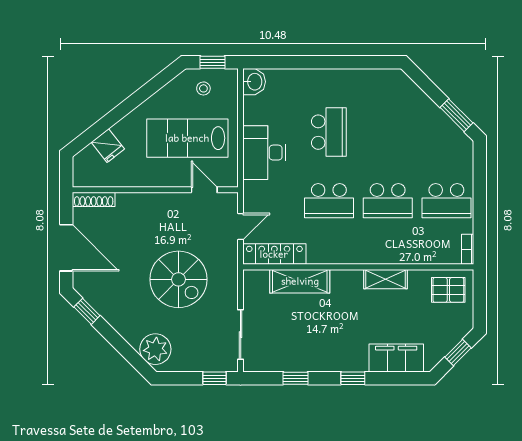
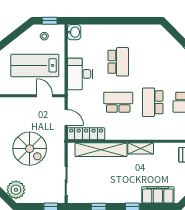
school desk: (329, 201) -> (118, 102), turned 180
school desk: (388, 201) -> (153, 102), turned 90
door: (241, 226) -> (66, 117), hinge flipped
shelving: (385, 279) -> (141, 148), moved
shelving: (300, 281) -> (101, 150), width x1.47

